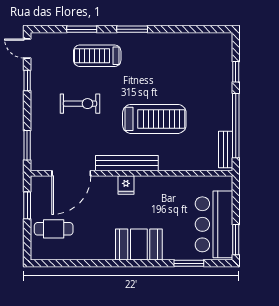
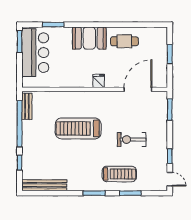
bench: (127, 163) -> (44, 185), moved
window: (27, 205) -> (170, 54), moved
cafe table: (54, 229) -> (124, 41), moved

